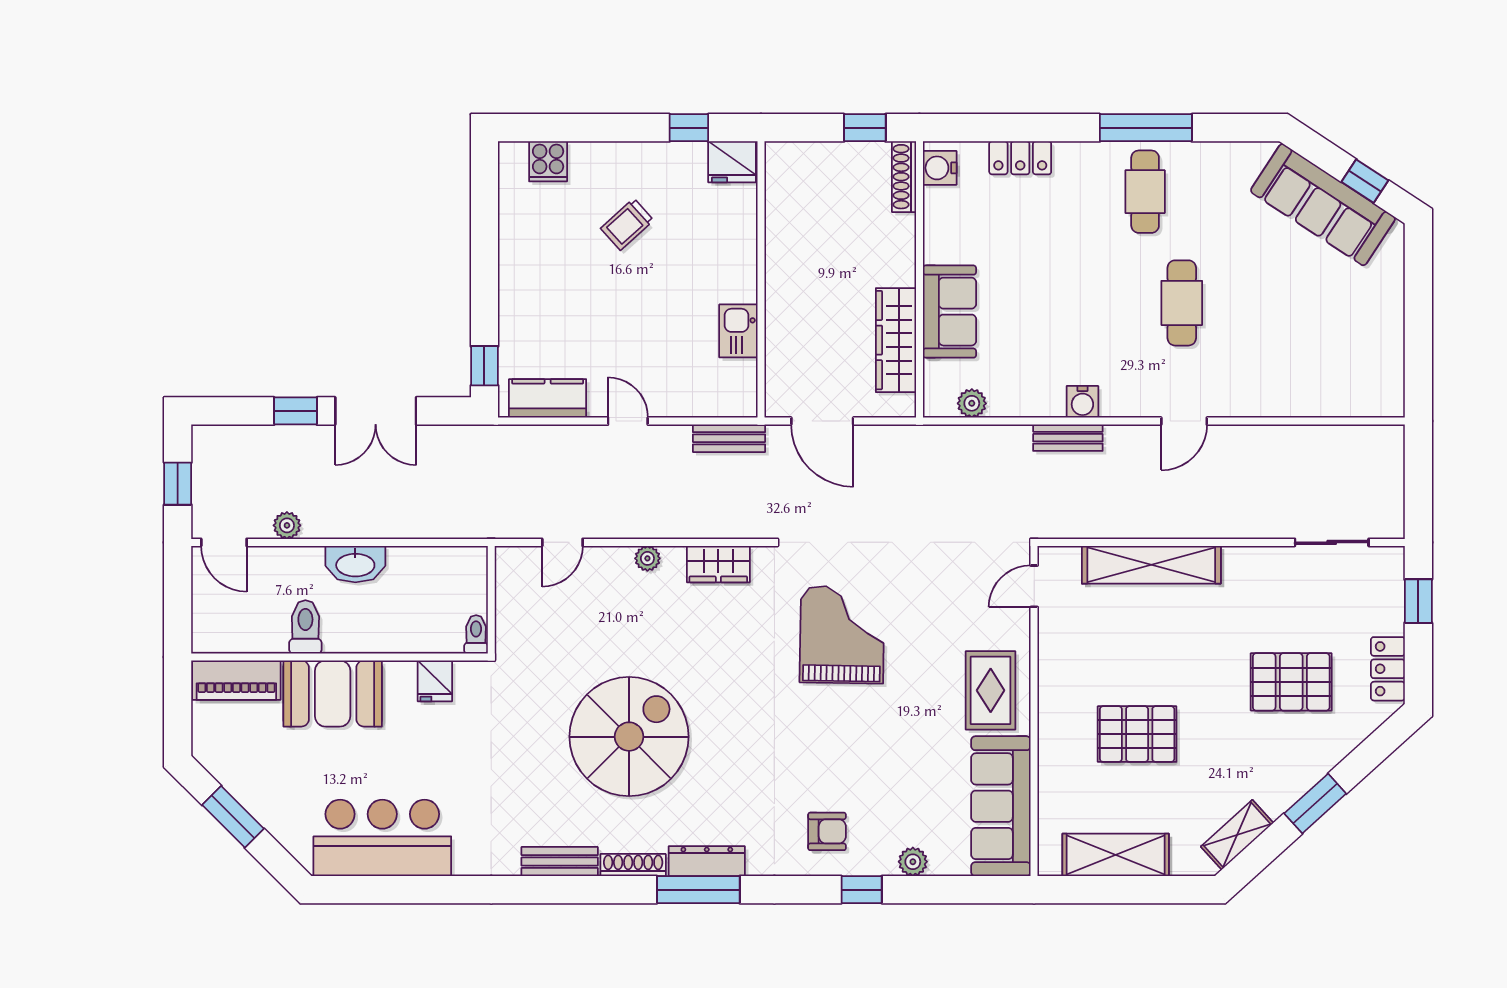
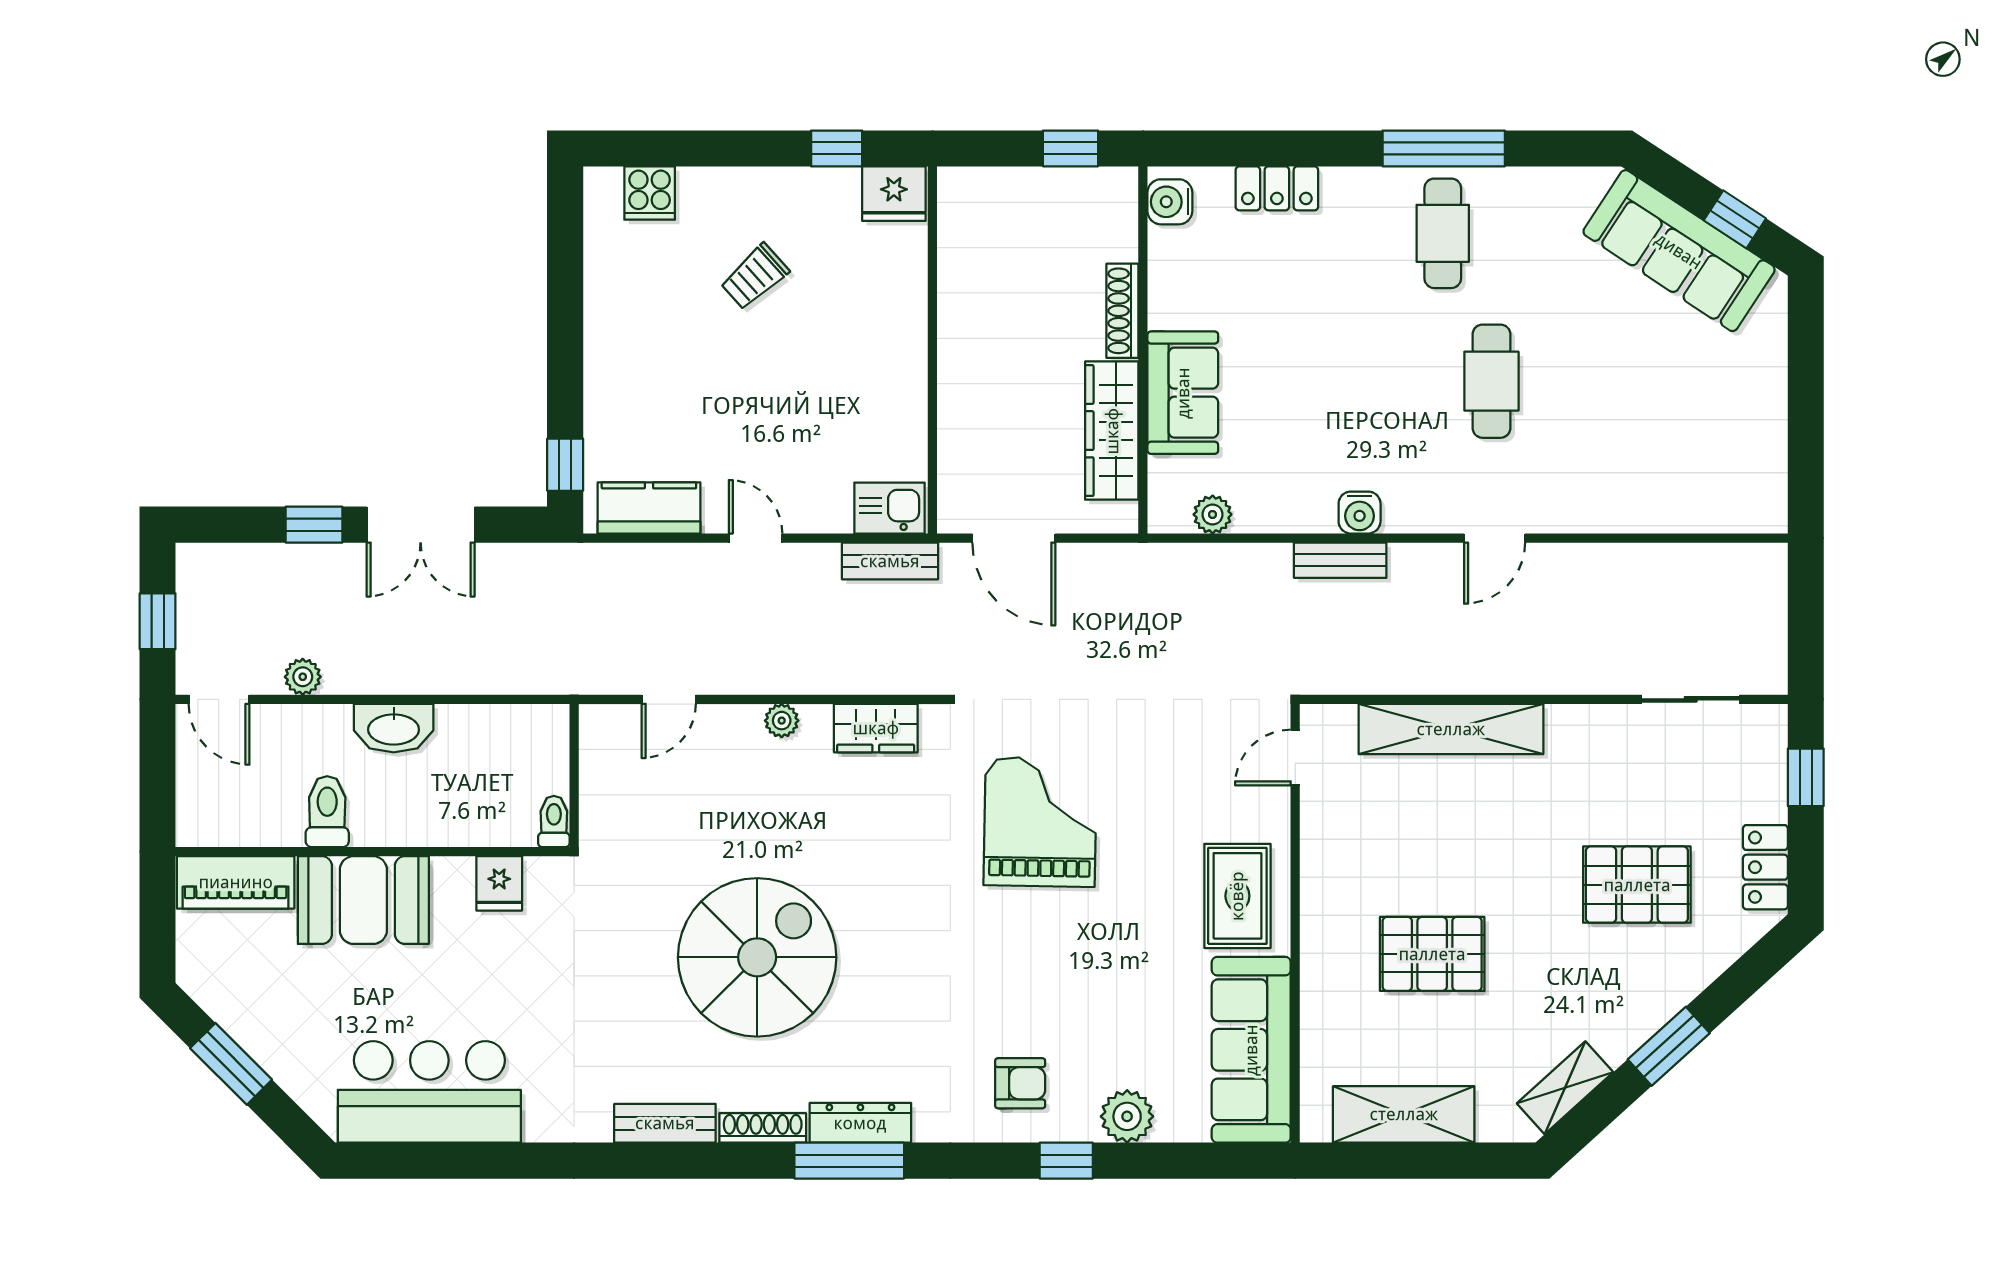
shoe rack: (904, 177) -> (1122, 311), moved
kitchen sink: (738, 331) -> (890, 508), moved, turned 90
plant: (913, 862) -> (1127, 1116), width x1.38, depth x1.38

